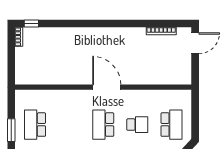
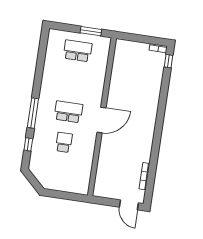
school desk: (137, 125) -> (64, 142), turned 180
school desk: (171, 125) -> (59, 173), removed
window: (11, 130) -> (91, 31), moved

